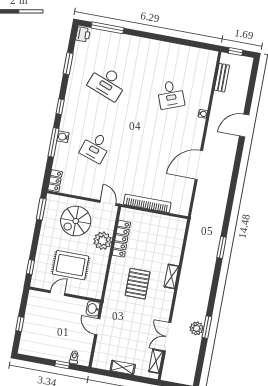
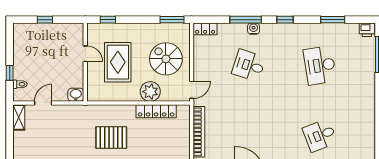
desk: (107, 83) -> (320, 65), turned -30
door: (97, 327) -> (43, 103), moved
shelving: (123, 367) -> (19, 117), moved

